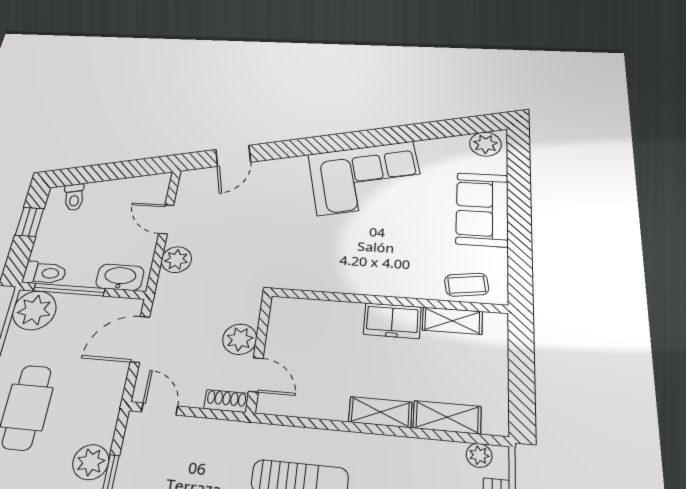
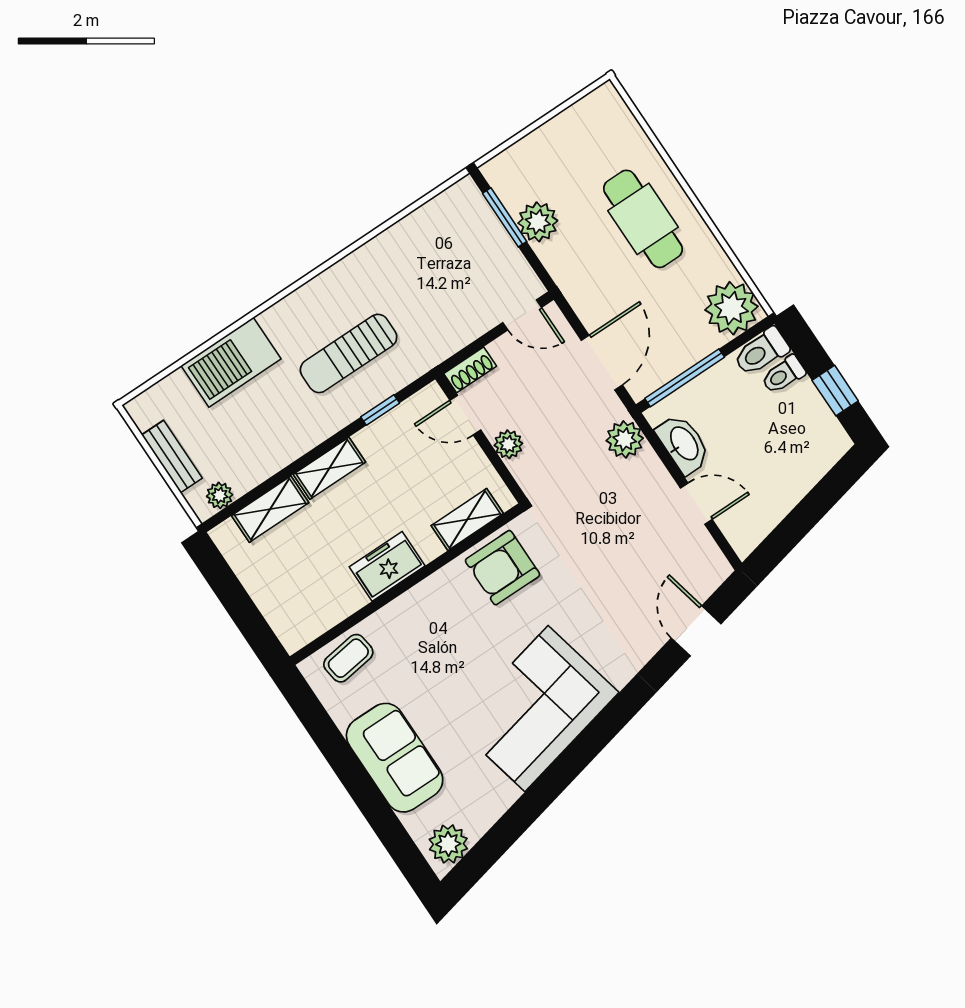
toilet: (74, 197) -> (783, 375), moved, turned -77
plant: (176, 260) -> (625, 439), moved
armchair: (316, 267) -> (503, 568), added
washbasin: (120, 277) -> (683, 444), moved, turned -90
window: (69, 290) -> (685, 378), moved
shelving: (452, 321) -> (467, 520), moved
plant: (240, 339) -> (508, 444), width x0.73, depth x0.73
window: (311, 423) -> (380, 410), added

